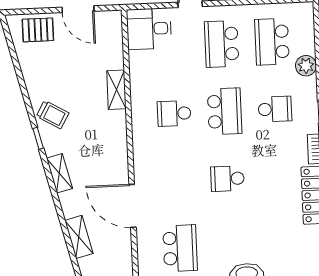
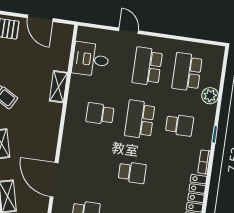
desk: (149, 29) -> (91, 59), moved
school desk: (225, 111) -> (140, 119), turned 180
school desk: (227, 179) -> (132, 172), turned 180

